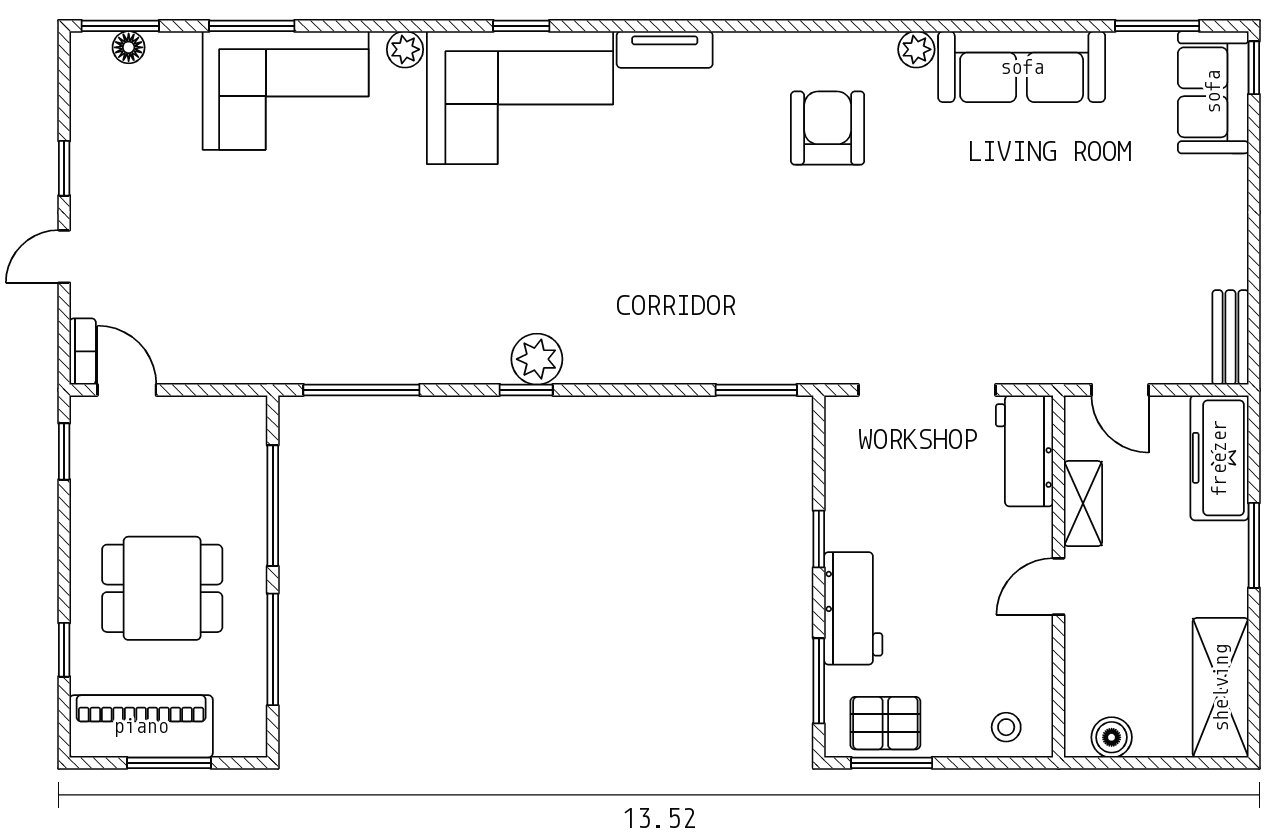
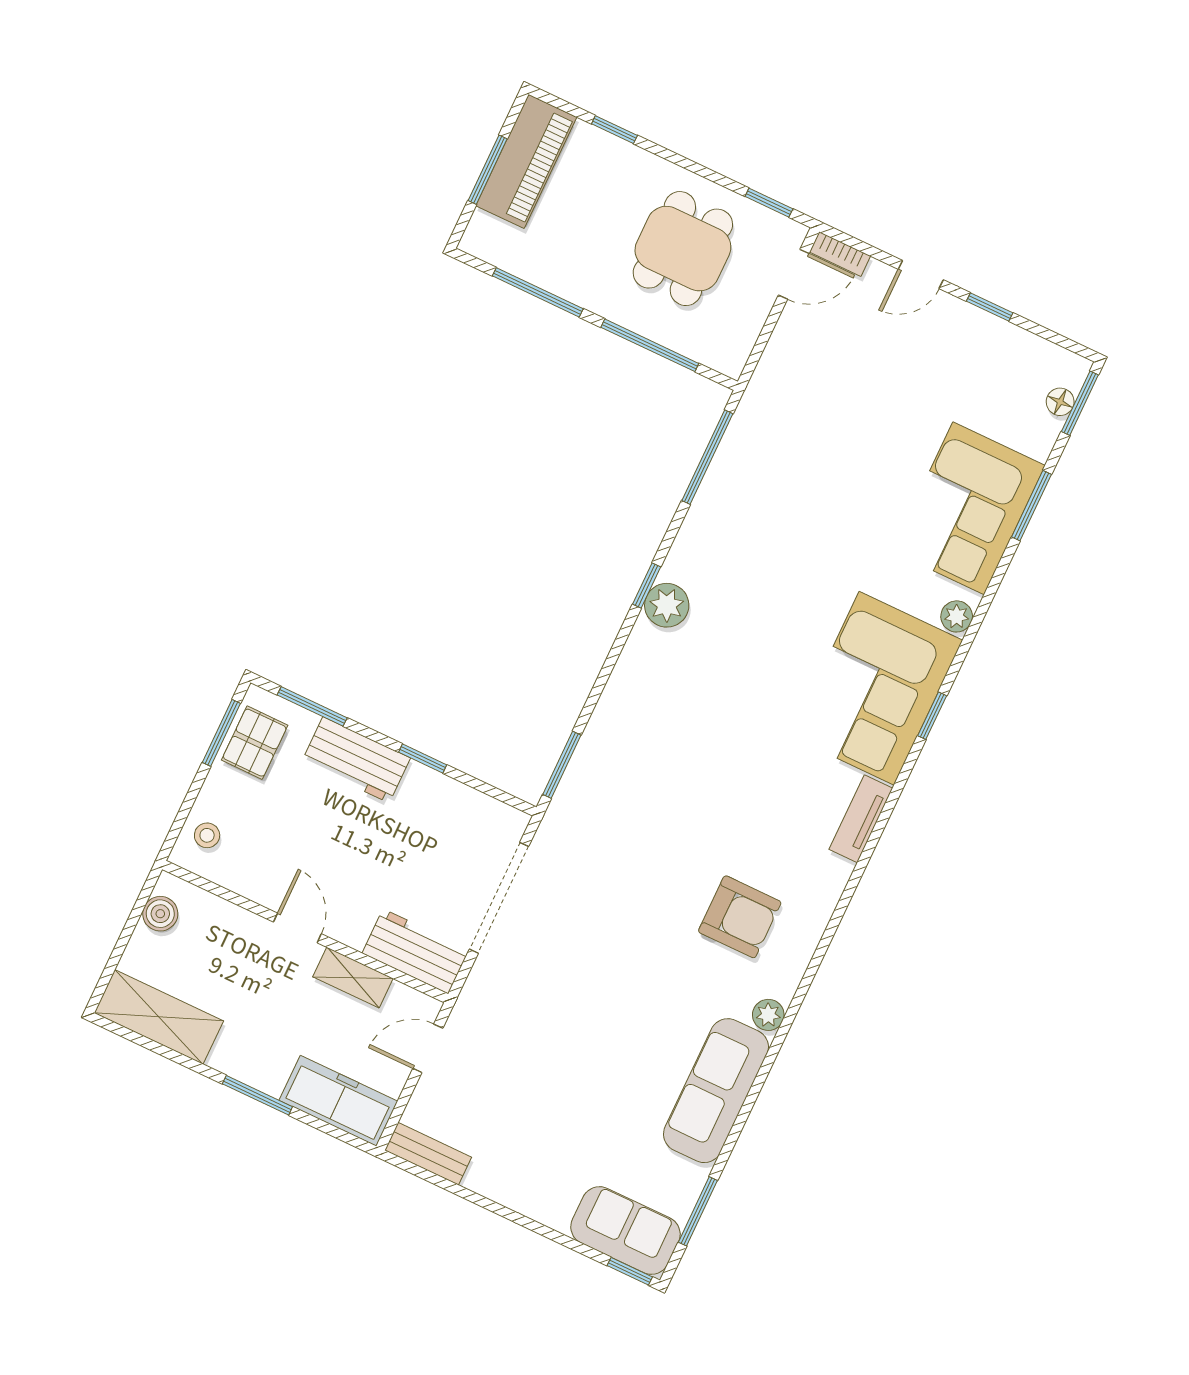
door: (64, 257) -> (921, 274), swing flipped
dining table: (162, 588) -> (683, 249), moved

